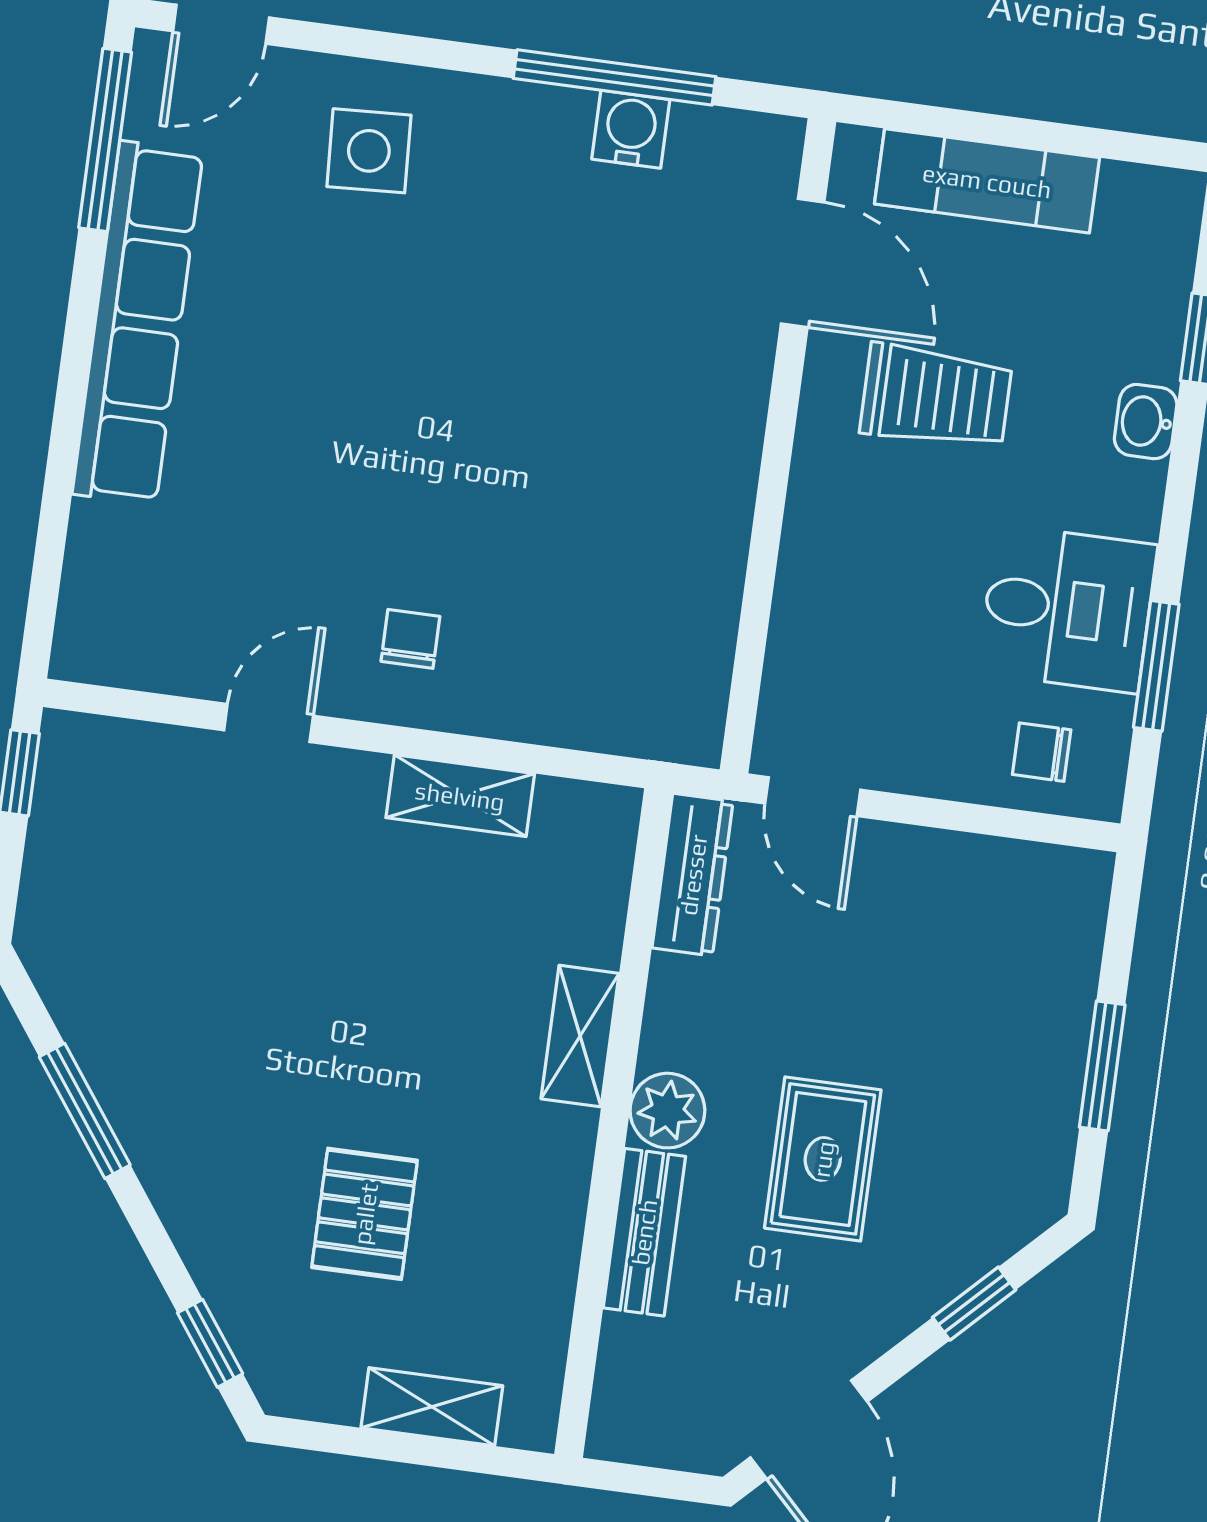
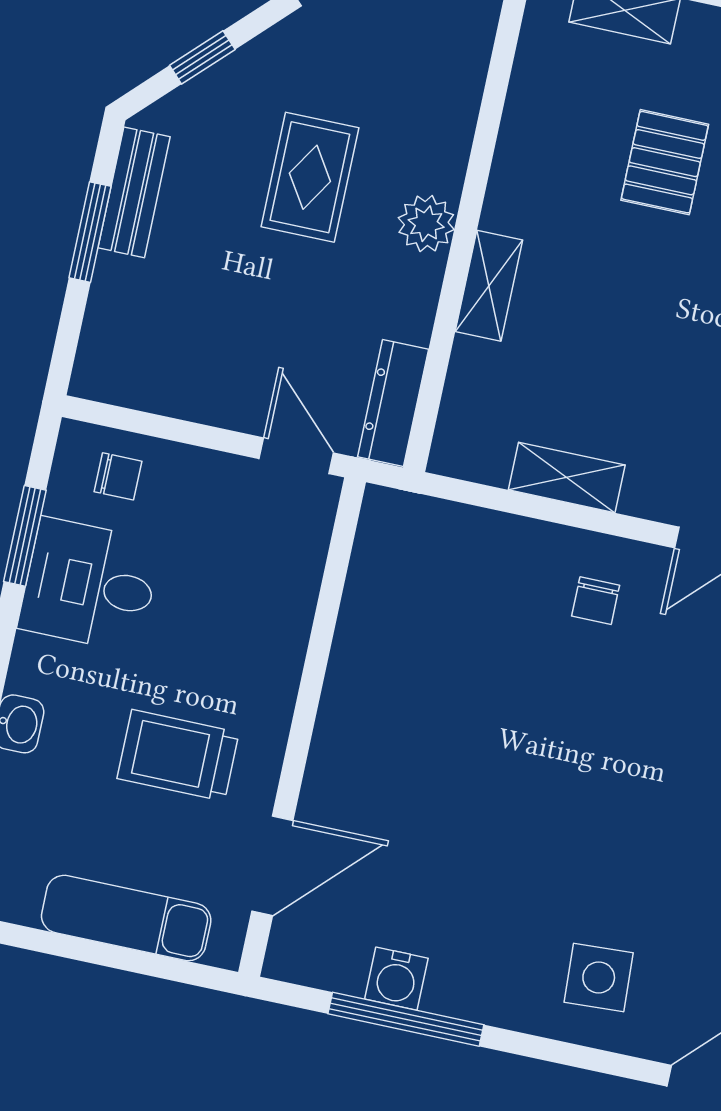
door: (803, 263) -> (272, 866), swing flipped
bench: (644, 1232) -> (134, 192), moved

